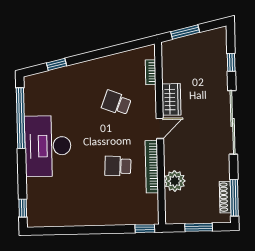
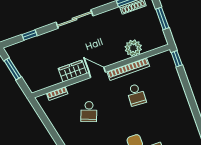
window: (185, 32) -> (13, 69), moved
sliding door: (233, 122) -> (75, 19), width x0.73

